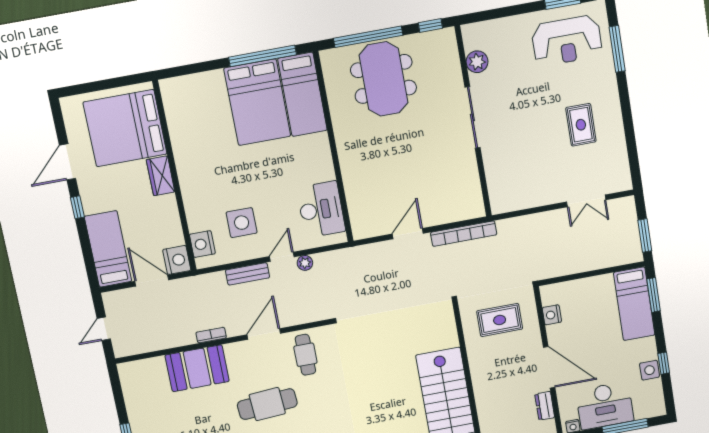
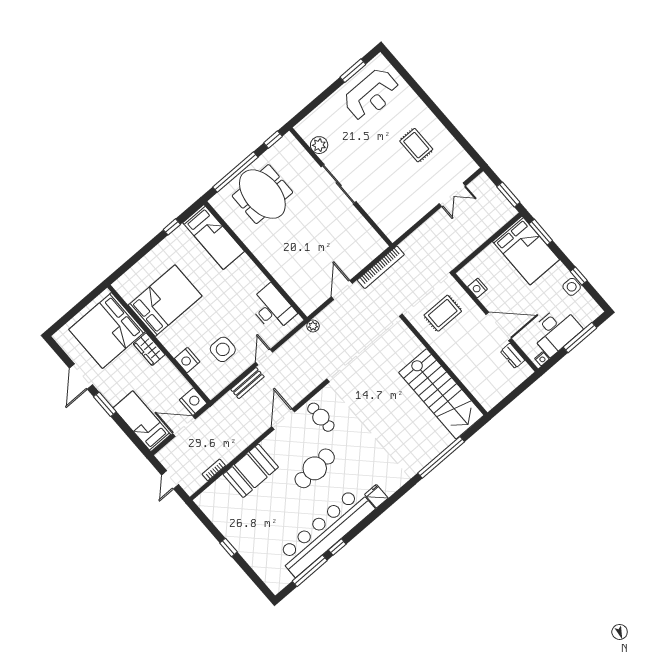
window: (617, 49) -> (409, 80), removed
window: (263, 56) -> (172, 227), width x0.32
bed: (257, 102) -> (165, 301), moved, turned -90
window: (77, 207) -> (105, 404), width x1.50
nightstand: (202, 244) -> (187, 360), moved
plant: (305, 263) -> (313, 326), moved
bed: (634, 304) -> (526, 251), width x1.50
bookcase: (211, 335) -> (214, 470), moved

